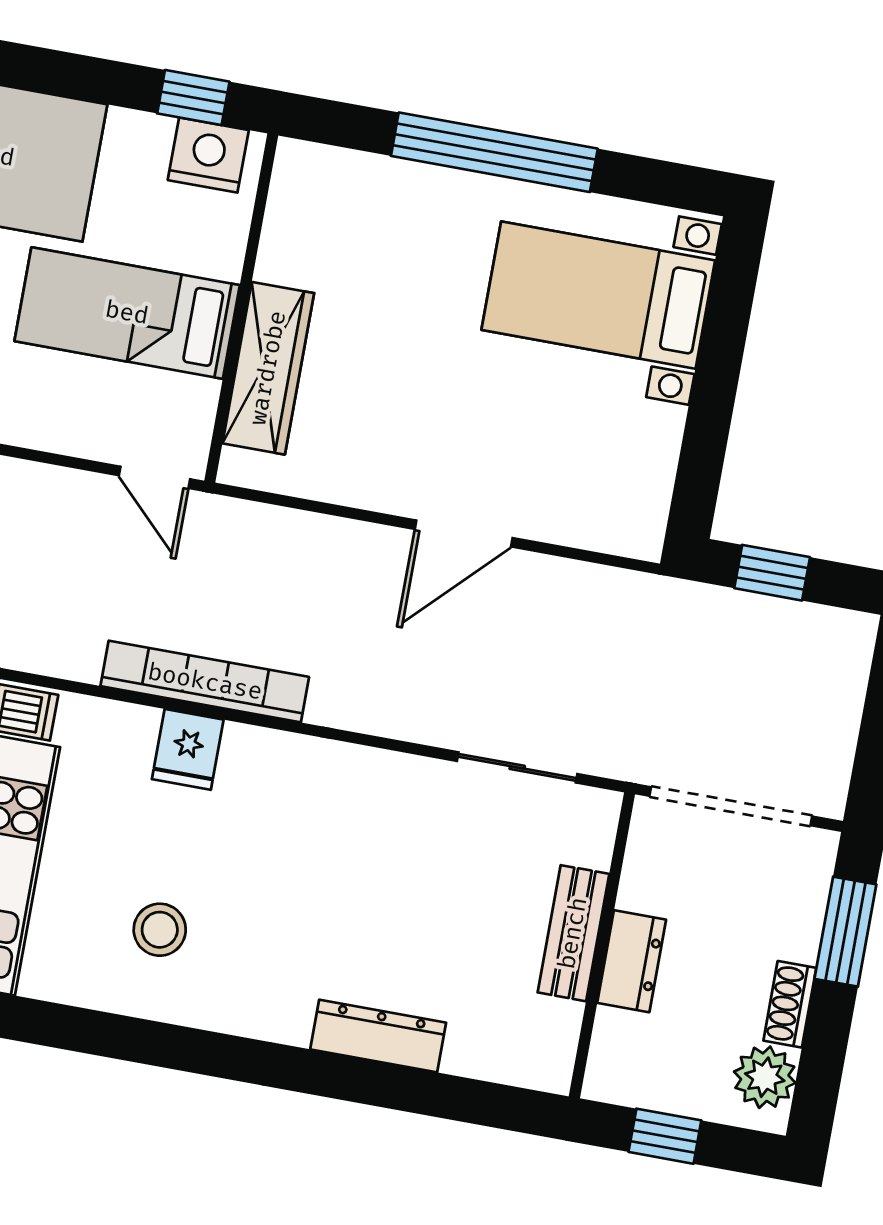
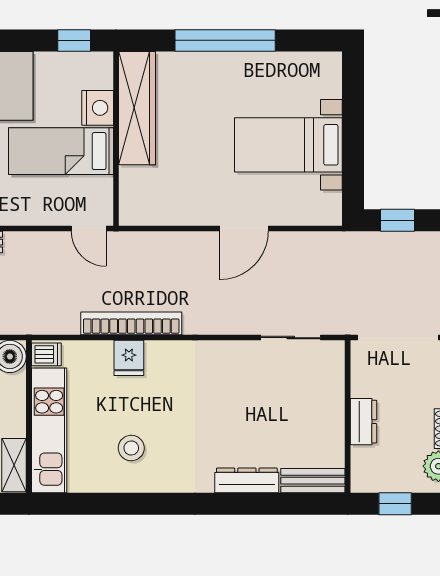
nightstand: (208, 155) -> (98, 108), moved, turned 90
bed with nightstands: (598, 295) -> (288, 145), moved
wardrobe: (268, 368) -> (137, 108), moved, width x1.40, depth x1.17
bench: (573, 933) -> (313, 481), moved, turned 90

